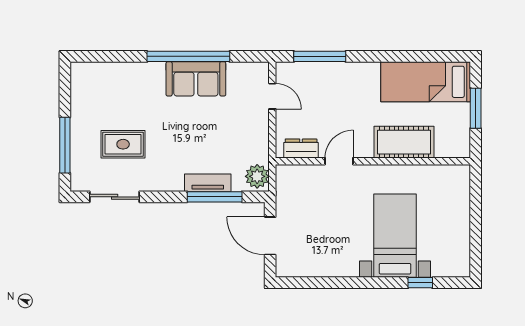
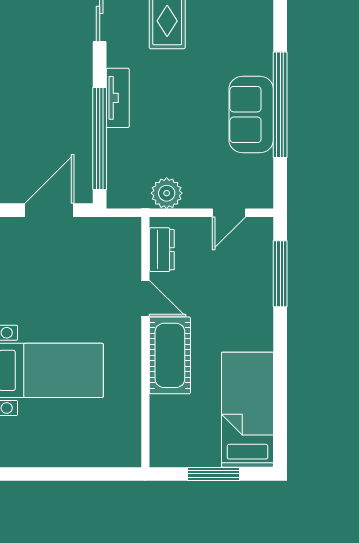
cot: (404, 142) -> (170, 355), moved
plant: (257, 176) -> (167, 193), moved
tv unit: (208, 183) -> (118, 98), moved
window: (215, 197) -> (100, 138), width x1.46

